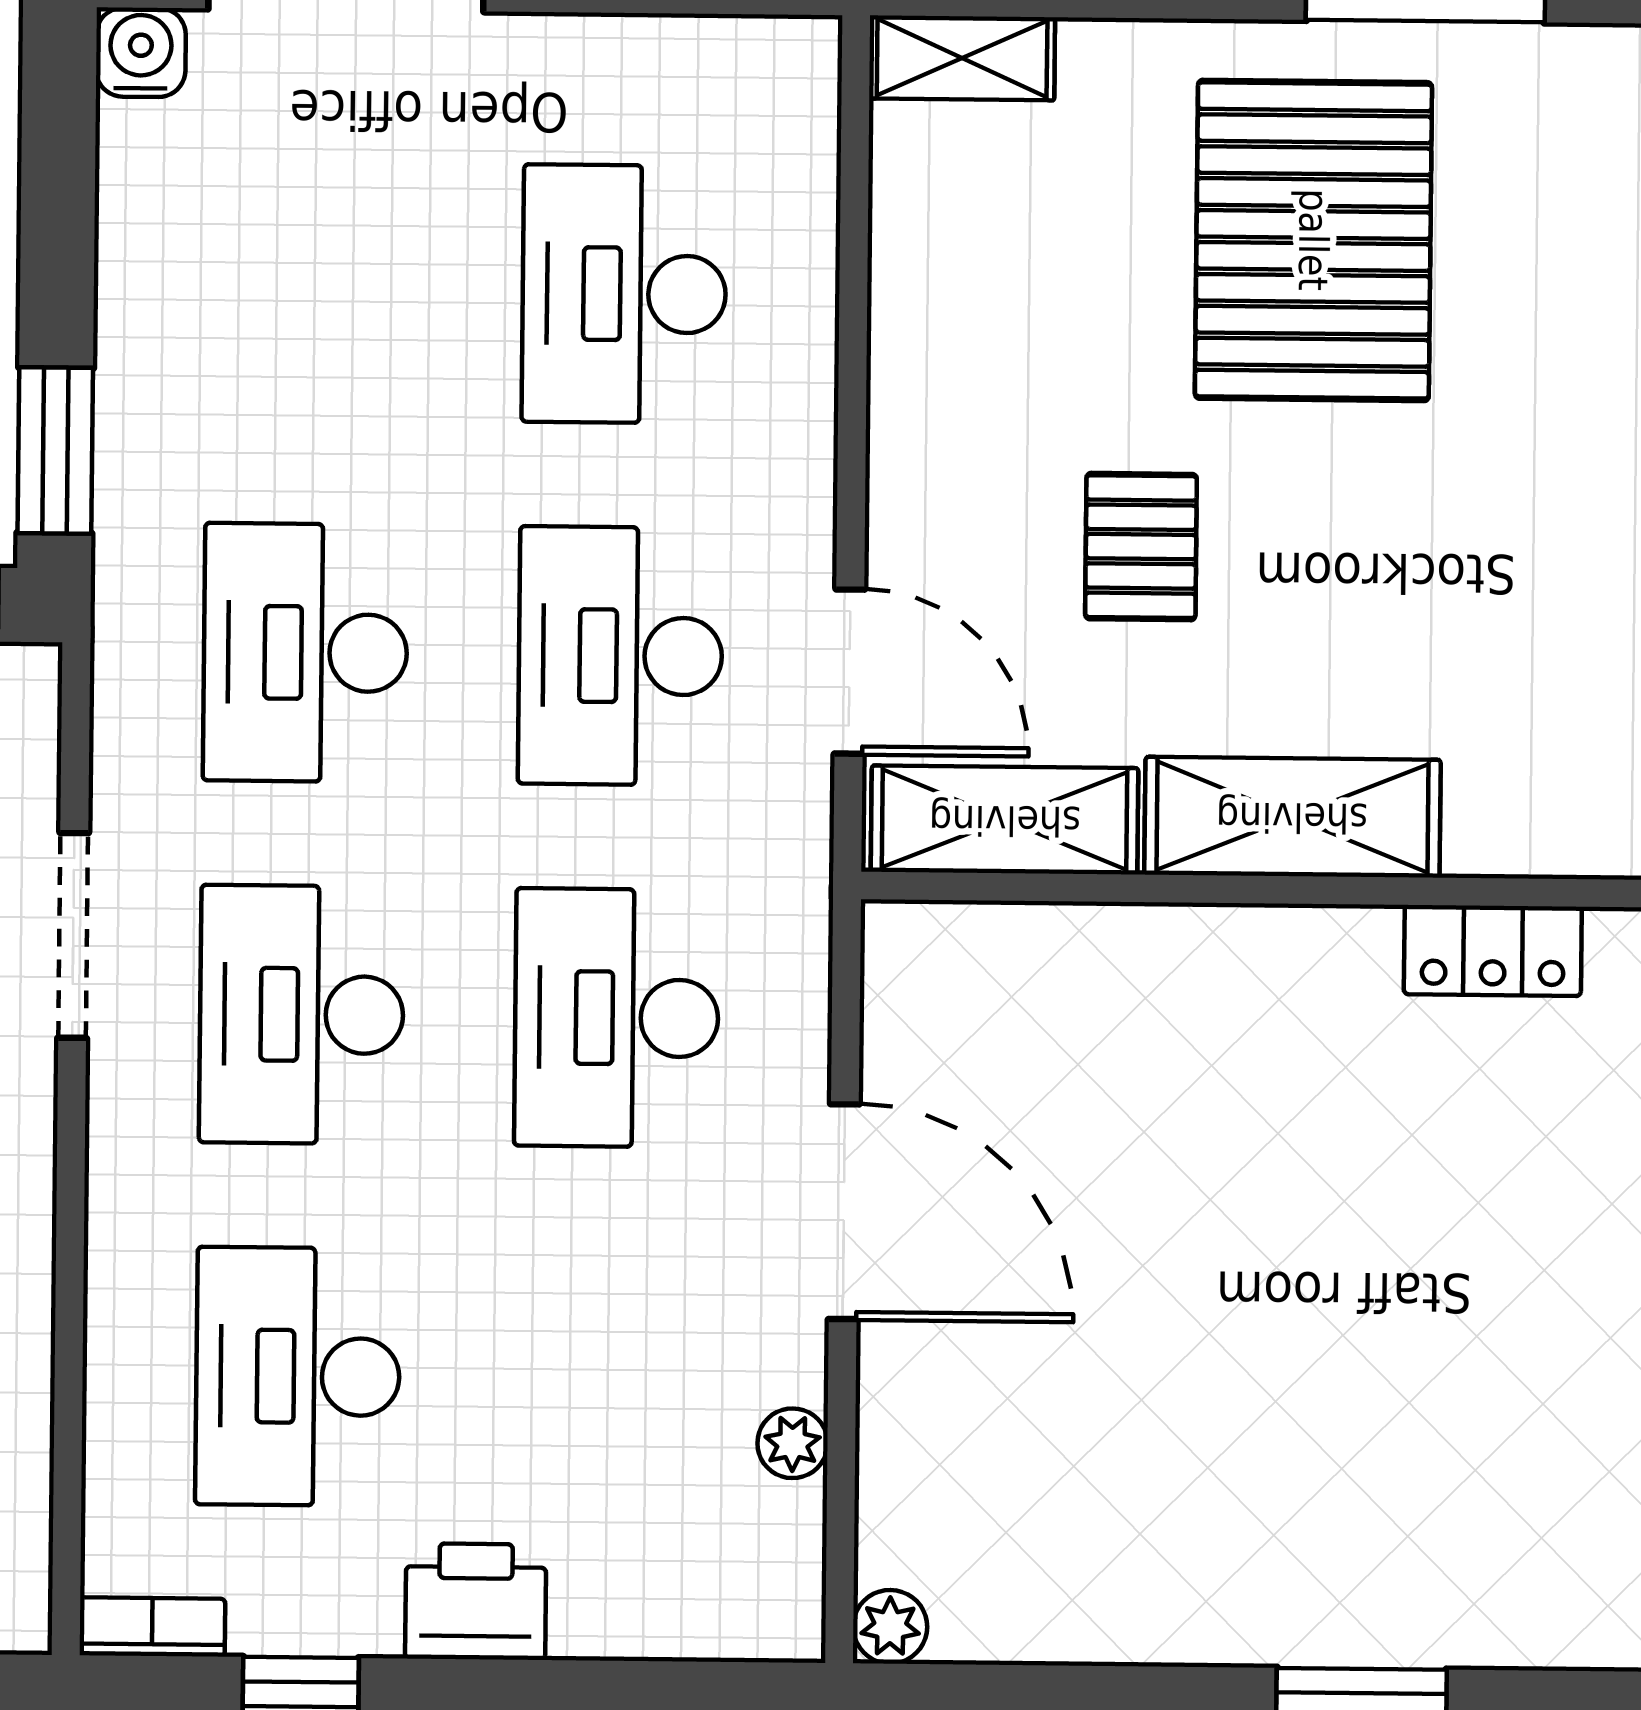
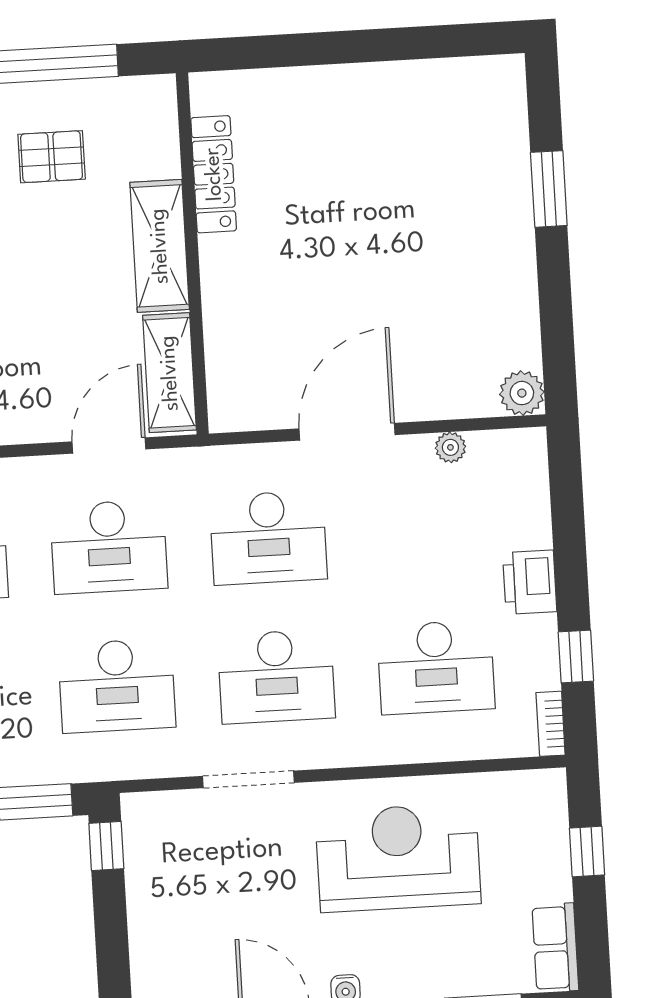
pallet: (1141, 547) -> (52, 157), moved
locker: (1493, 951) -> (214, 174), width x1.53
plant: (890, 1627) -> (522, 393), width x1.38, depth x1.38

